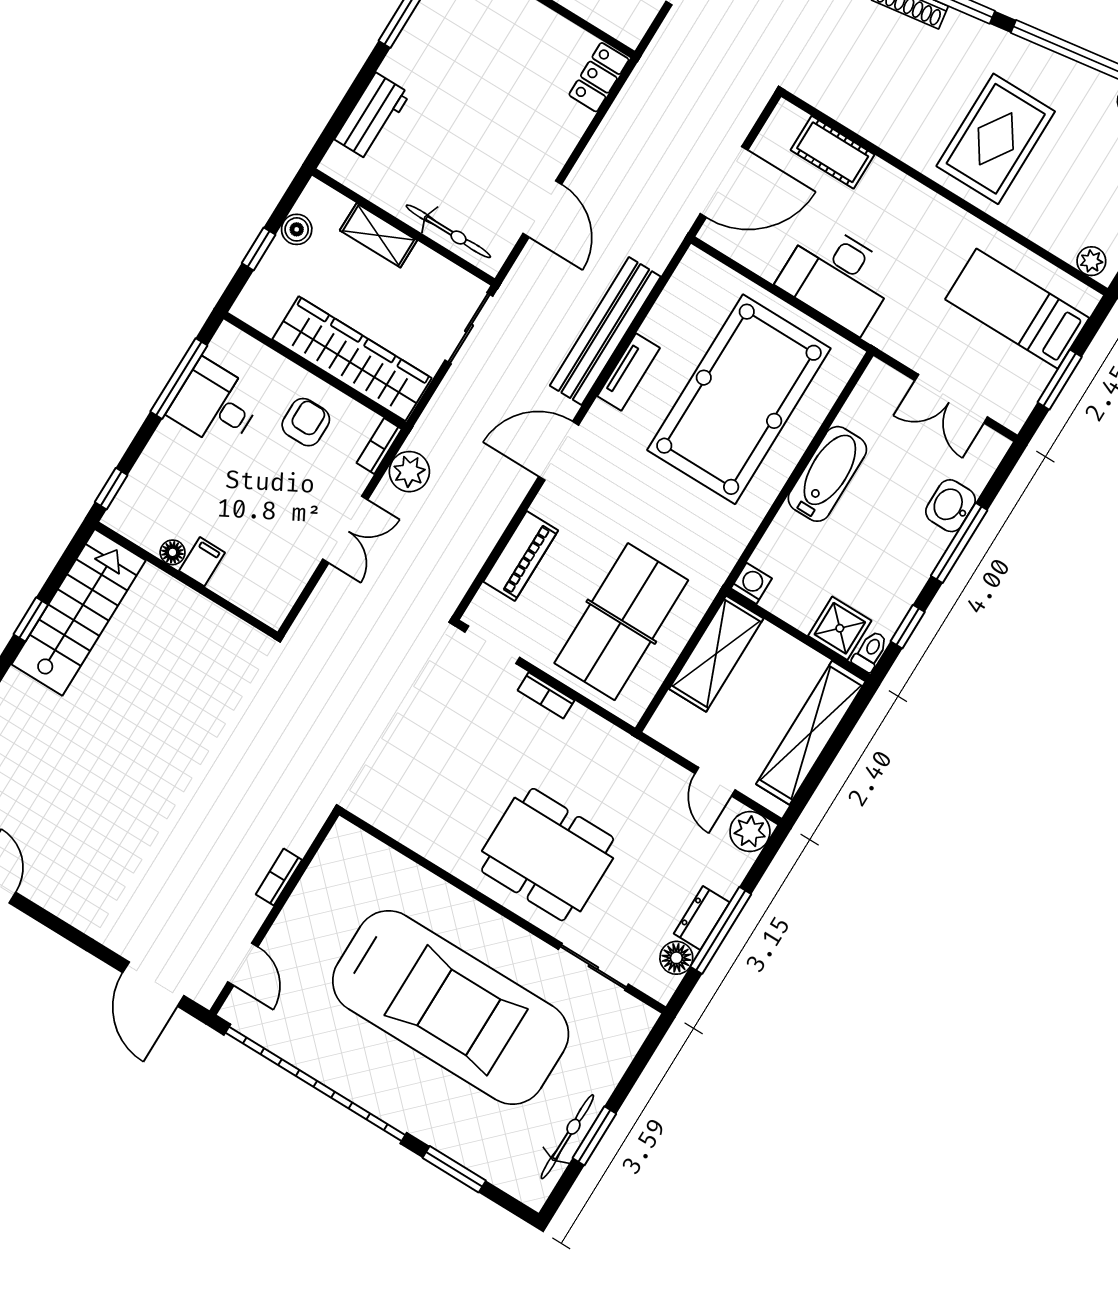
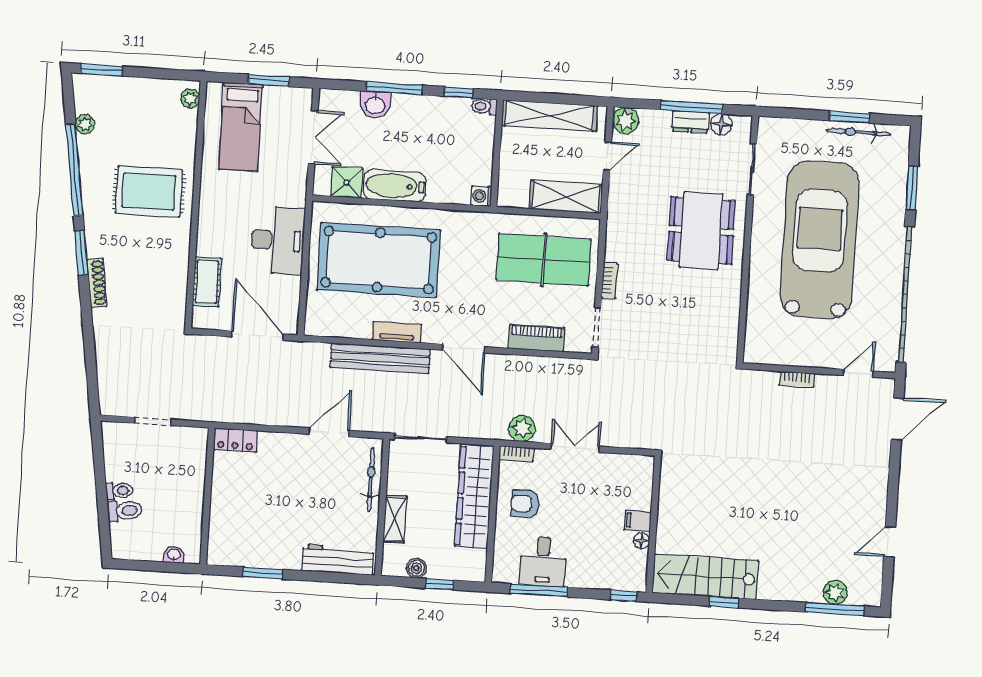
workbench: (372, 117) -> (338, 560), width x1.38
shower: (840, 628) -> (347, 182), moved
shelving: (716, 654) -> (566, 197), moved

